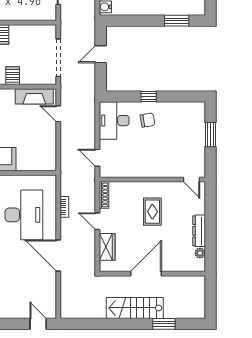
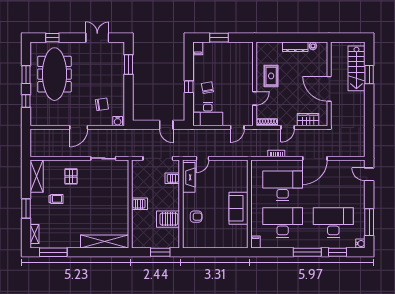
door: (101, 54) -> (166, 125), moved
server rack: (13, 76) -> (172, 178), moved
filing cabinet: (197, 108) -> (198, 48), added
door: (192, 179) -> (255, 98), moved
rug: (152, 212) -> (271, 76), moved, turned 90
stairs: (135, 308) -> (356, 68), moved
door: (38, 324) -> (369, 174), hinge flipped

